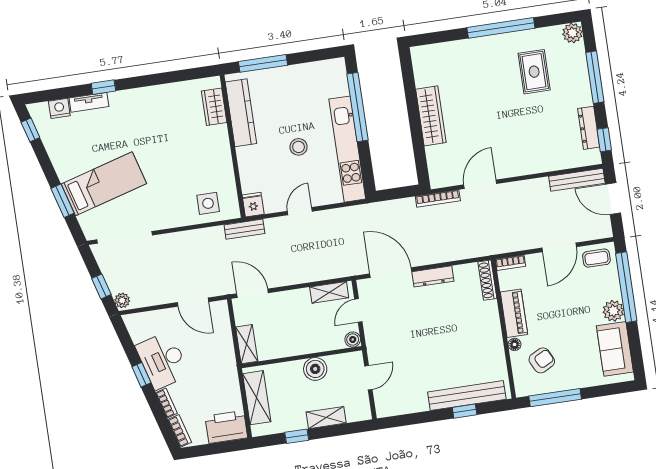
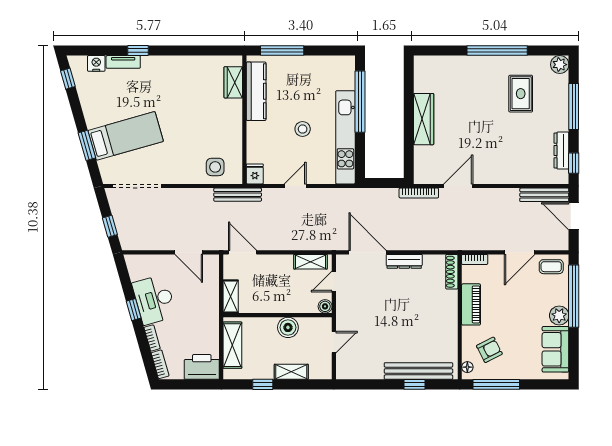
bench: (244, 229) -> (238, 195), width x1.36
plant: (122, 300) -> (126, 241), removed
floor lamp: (515, 344) -> (467, 367), moved

